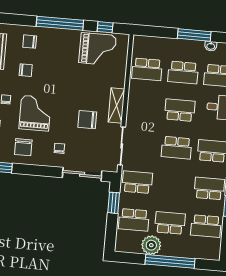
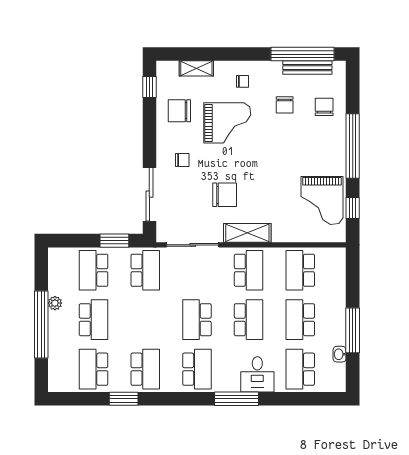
school desk: (144, 107) -> (249, 270), added
chair: (87, 120) -> (225, 195), turned 90
plant: (151, 245) -> (55, 303), width x0.53, depth x0.53

